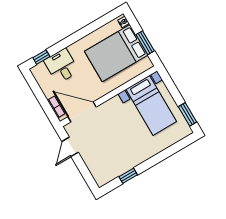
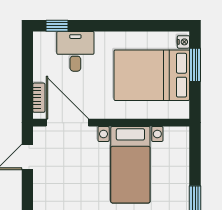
window: (145, 43) -> (195, 65), moved
bed with nightstands: (151, 105) -> (130, 165), moved

